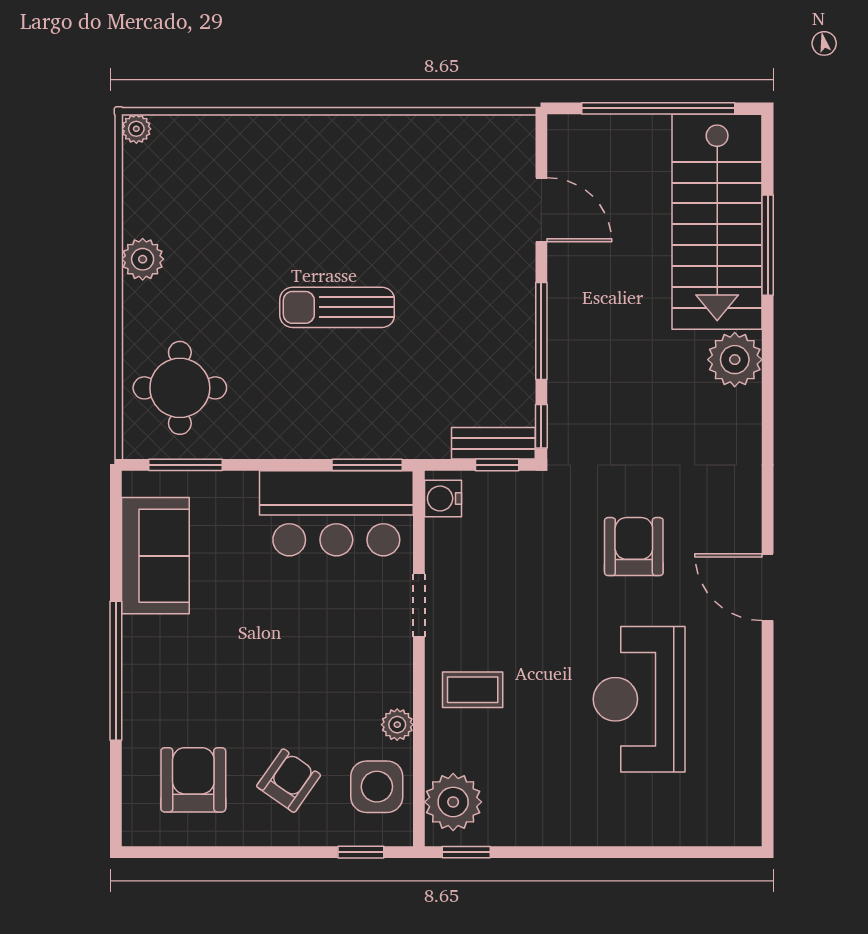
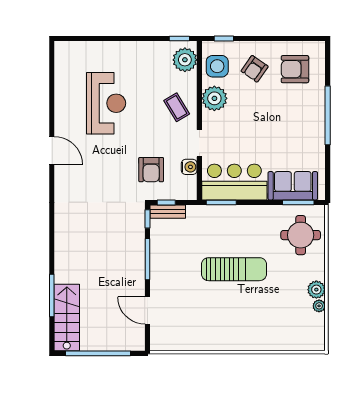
plant: (136, 129) -> (319, 306), moved
stairs: (717, 222) -> (67, 318), width x0.73, depth x0.66
sun lounger: (337, 307) -> (234, 269), width x1.36, depth x1.34
plant: (735, 360) -> (66, 247), removed
water cooler: (443, 499) -> (189, 167), moved
armchair: (634, 547) -> (151, 170), moved
sofa: (155, 556) -> (293, 186), moved, turned 90
coffee table: (473, 690) -> (177, 107), turned 59
plant: (397, 725) -> (214, 98), width x1.88, depth x1.88
armchair: (193, 780) -> (295, 69), turned 90

